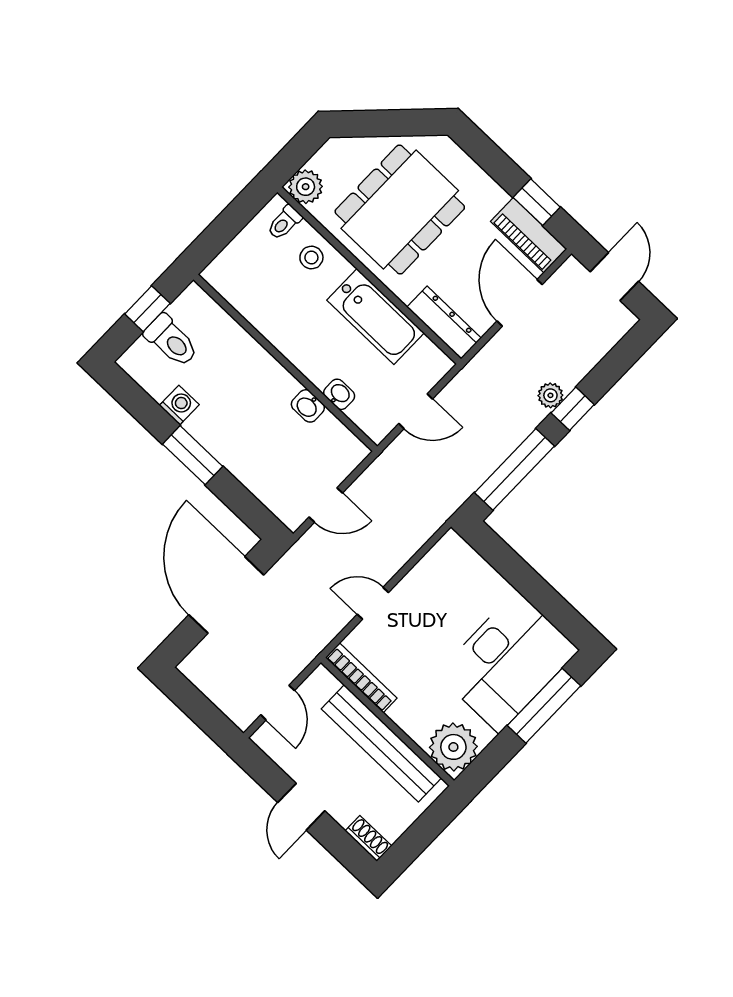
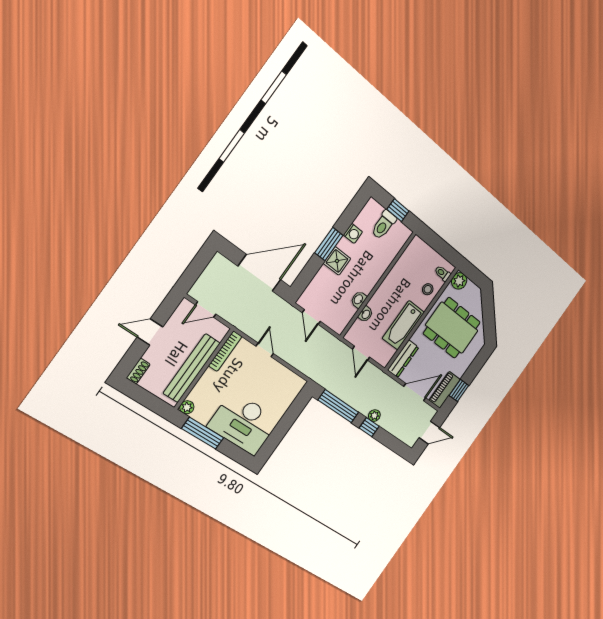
shower: (227, 442) -> (337, 261), added
window: (544, 706) -> (203, 433), moved
plant: (453, 747) -> (187, 407), width x0.53, depth x0.53

